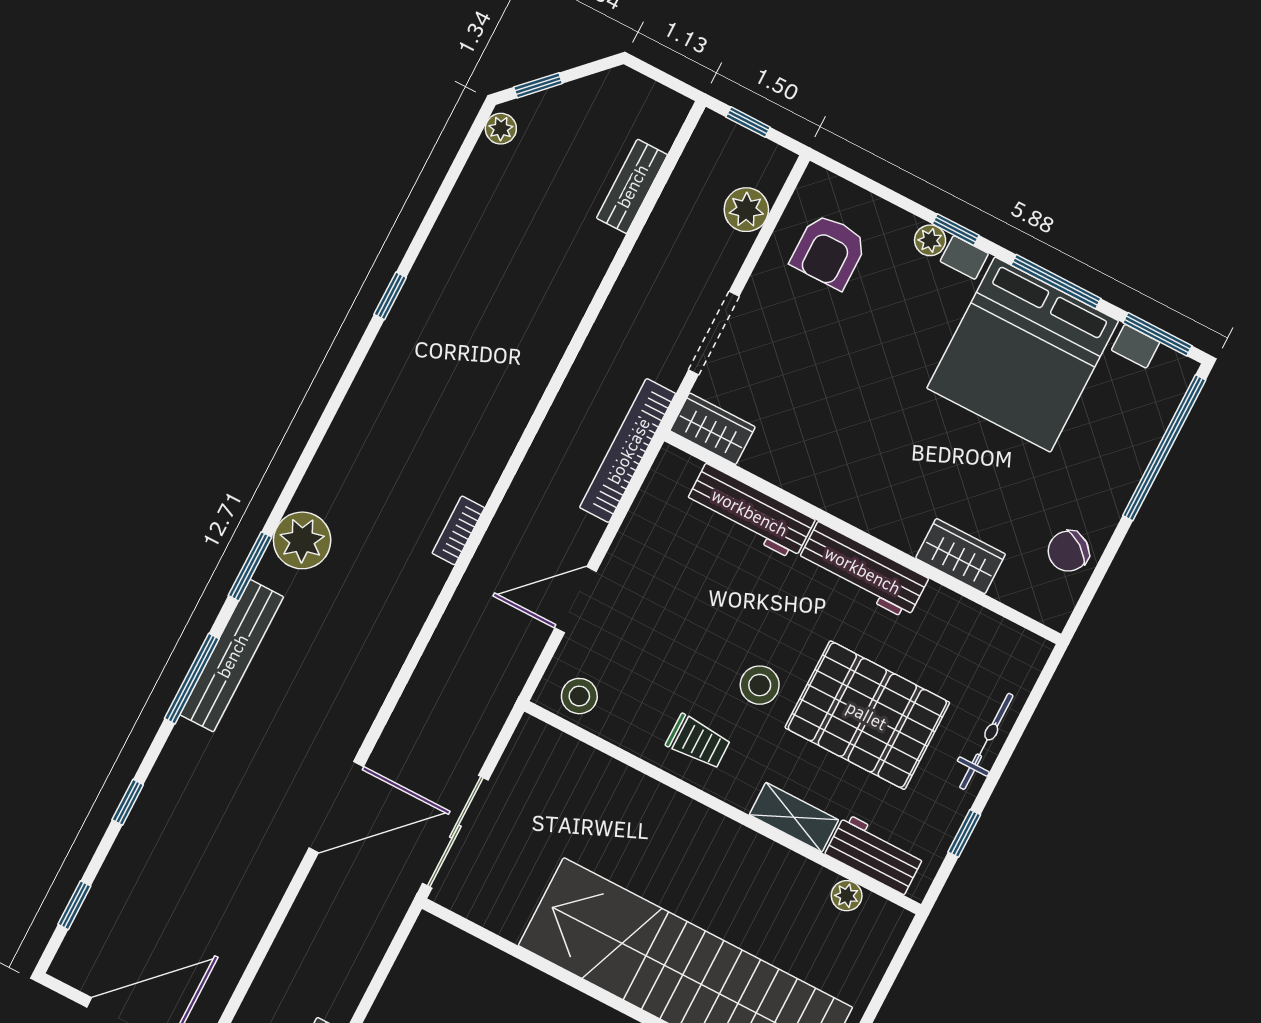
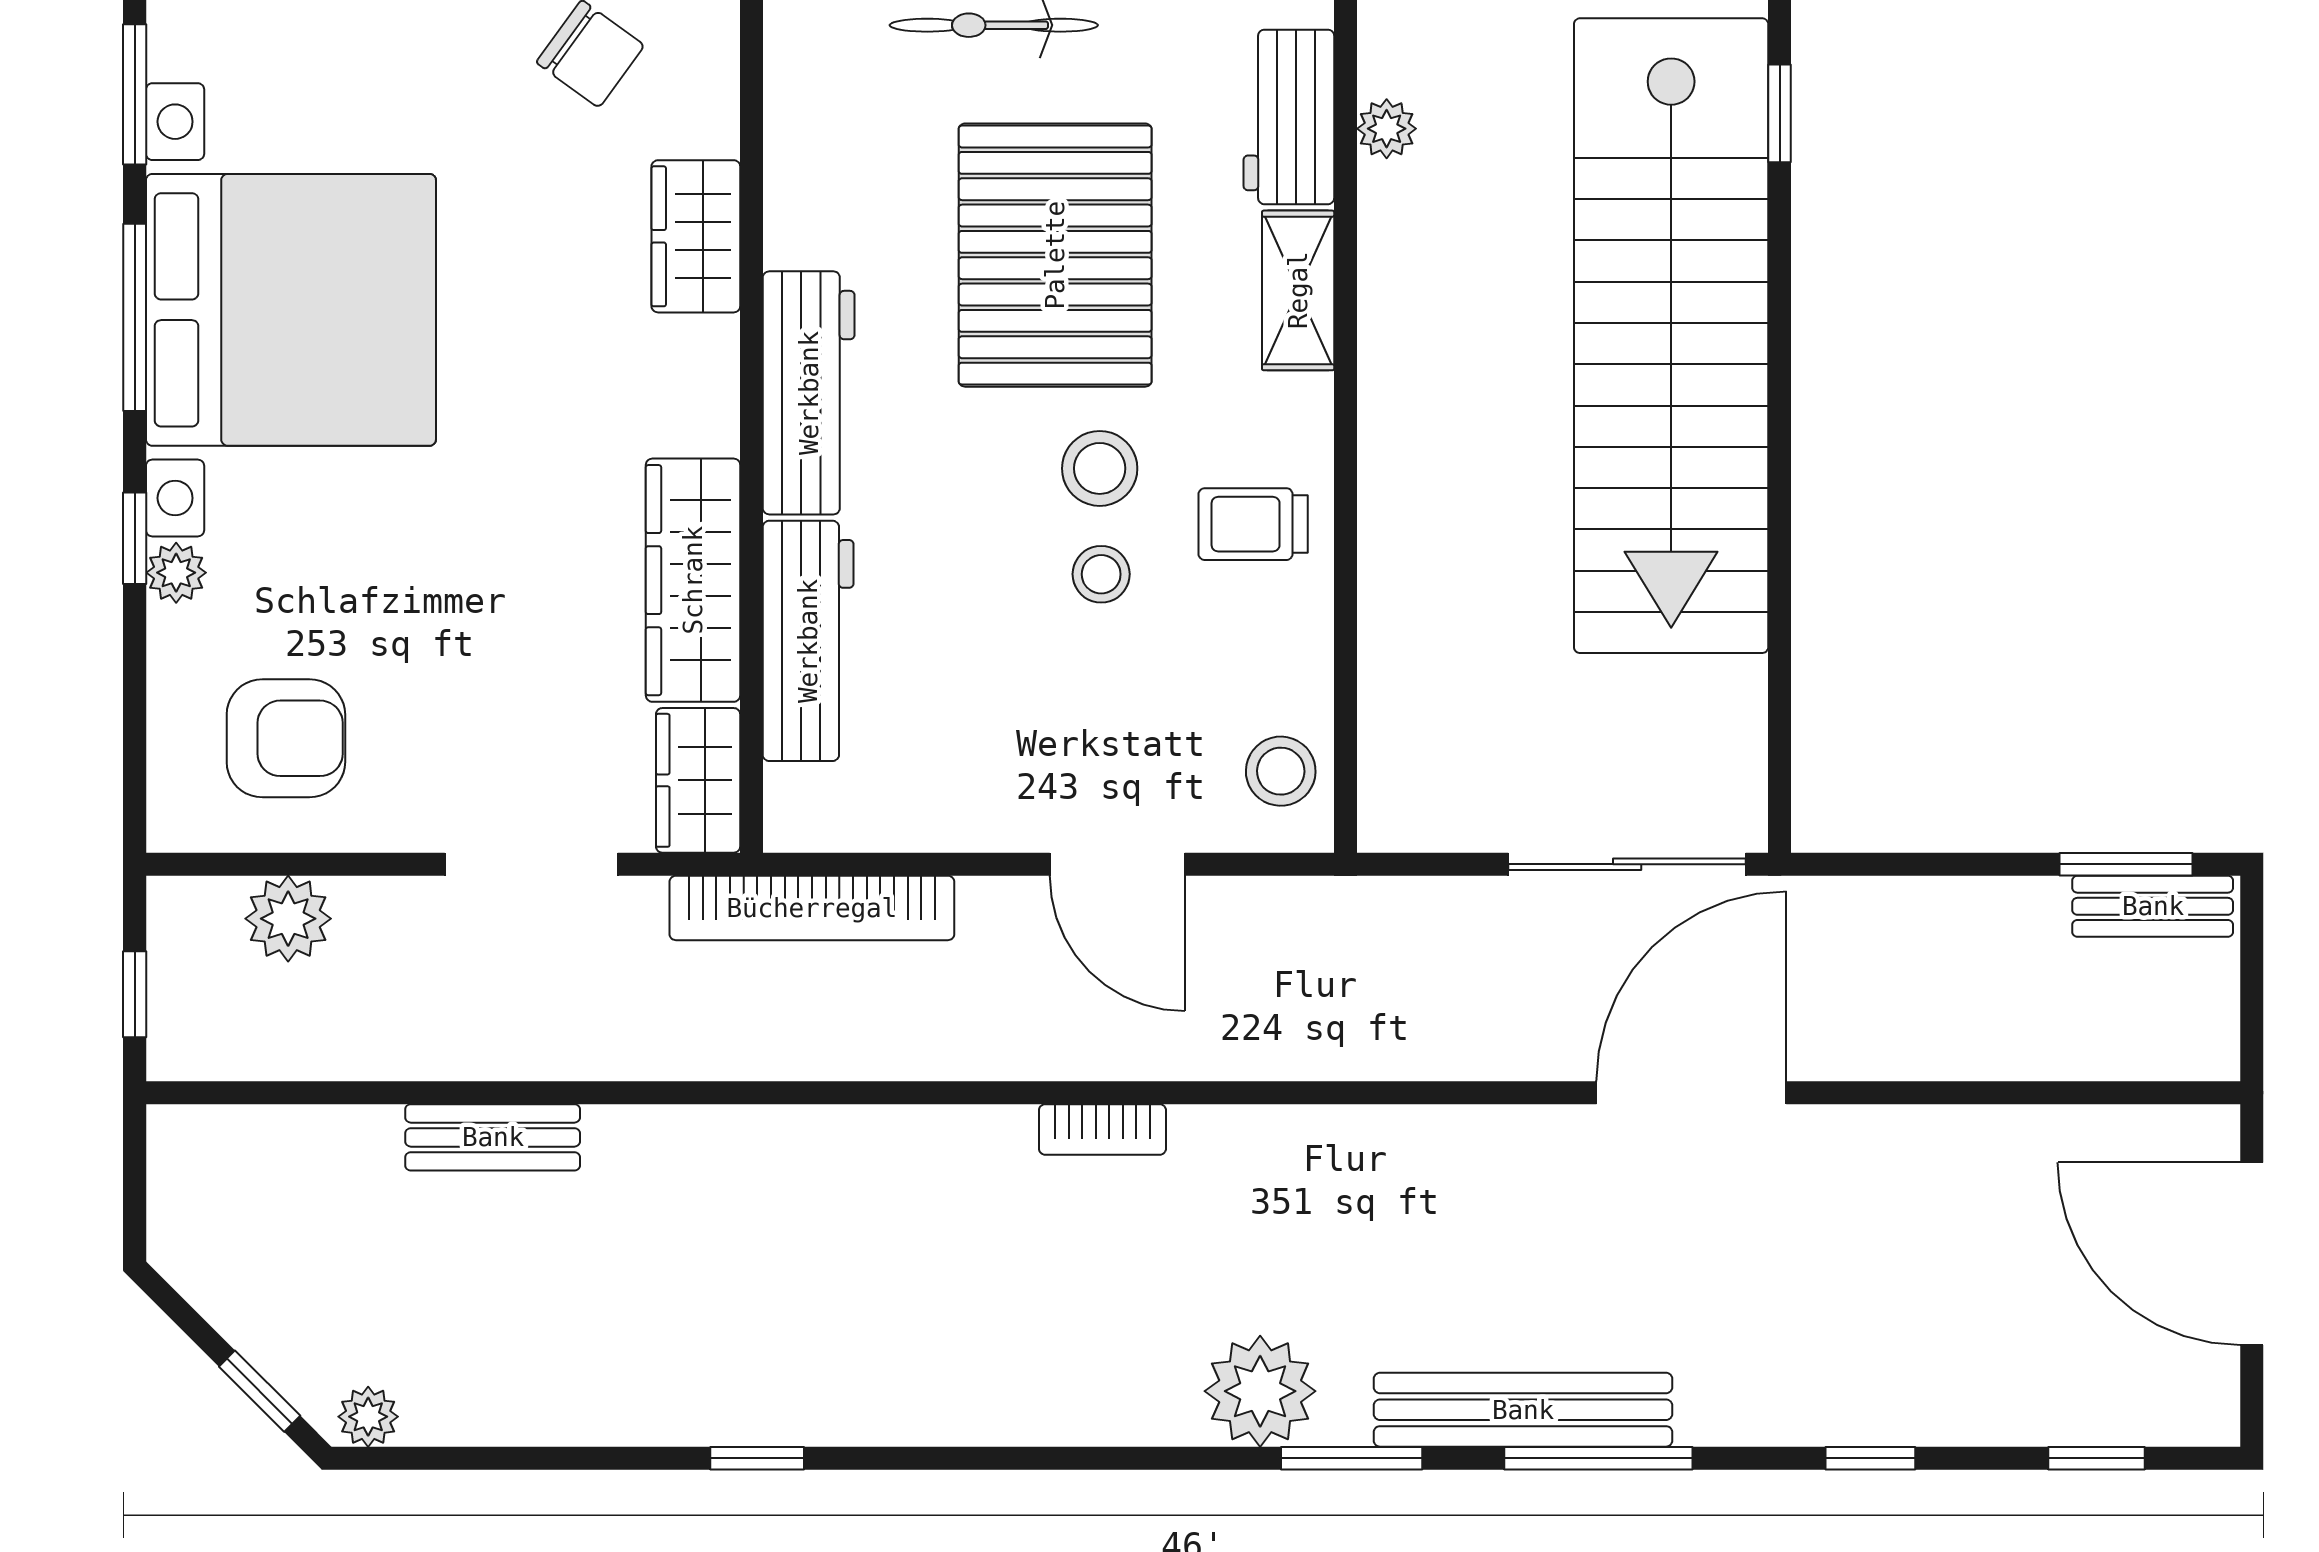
bench: (632, 186) -> (493, 1137), moved
wardrobe: (805, 474) -> (693, 580), added
stool: (711, 661) -> (1101, 574), added
trolley: (698, 742) -> (1253, 524), turned -90
door: (336, 807) -> (1691, 1093), hinge flipped

